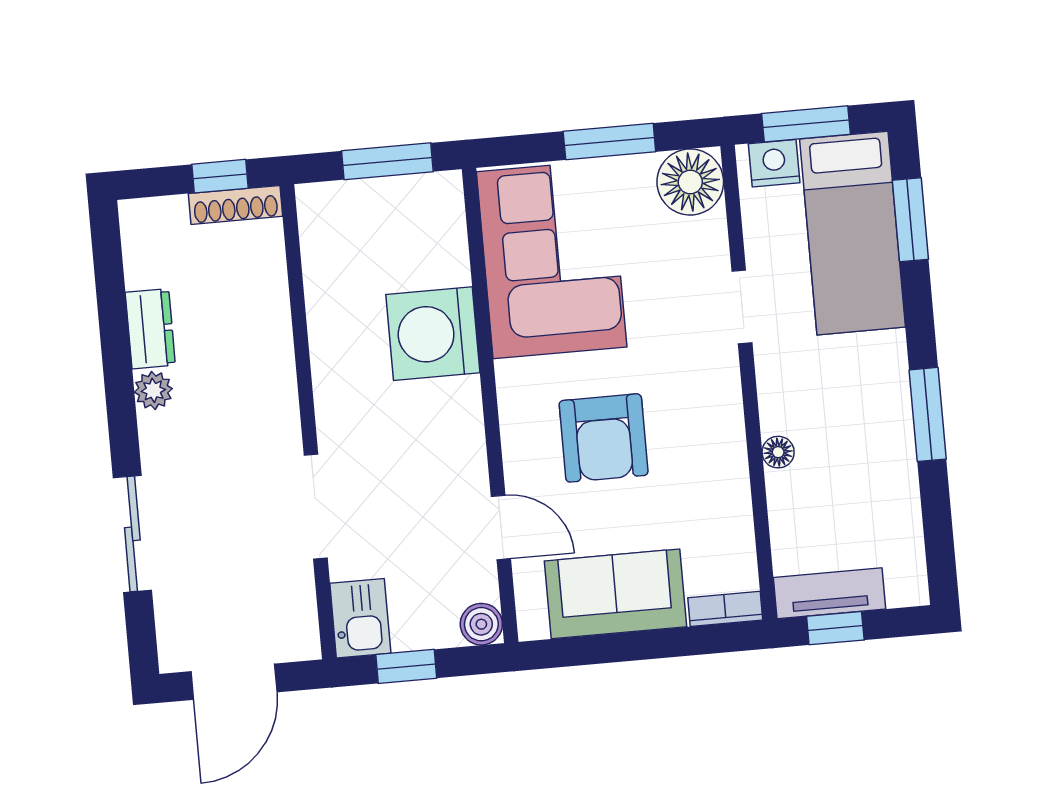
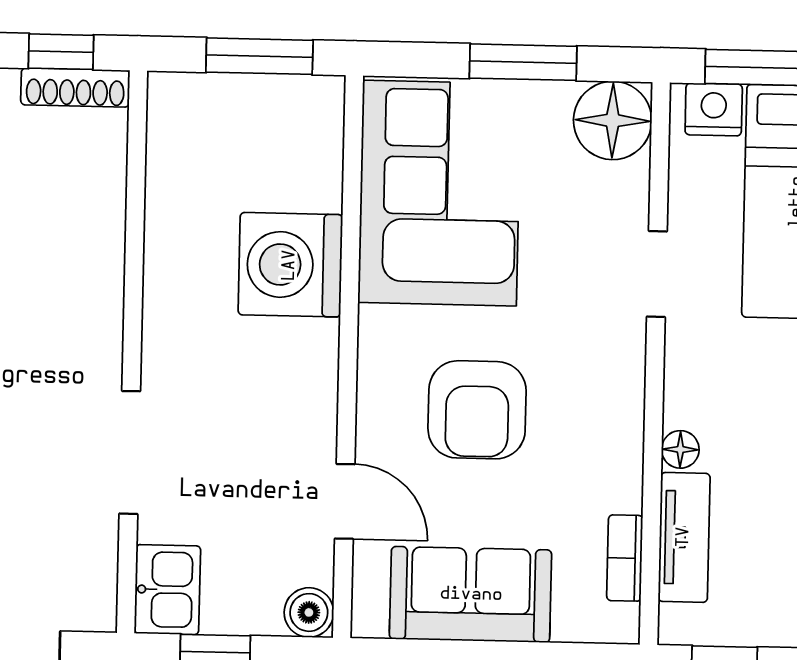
tv unit: (829, 593) -> (684, 537), moved, turned 90
bookcase: (725, 609) -> (625, 558), moved, turned -90

